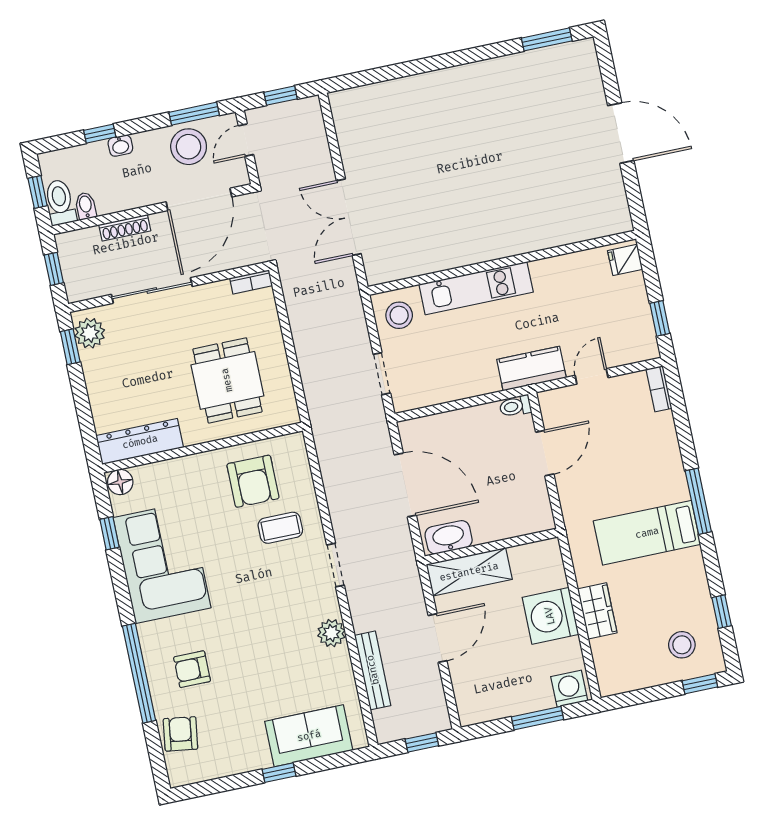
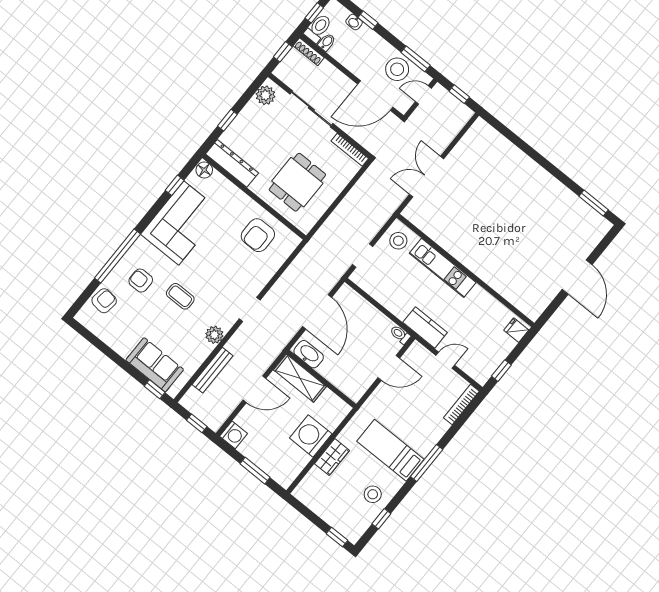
washbasin: (120, 146) -> (354, 22), moved
shoe rack: (125, 228) -> (309, 52), moved
bookcase: (251, 282) -> (350, 150), width x1.56
window: (70, 347) -> (227, 120), moved
bookcase: (659, 389) -> (461, 404), width x1.56
coffee table: (280, 528) -> (180, 296), moved
stool: (682, 645) -> (373, 494), moved
washing machine: (569, 689) -> (234, 435), moved, turned 90
window: (279, 773) -> (155, 389), moved

